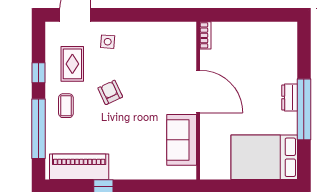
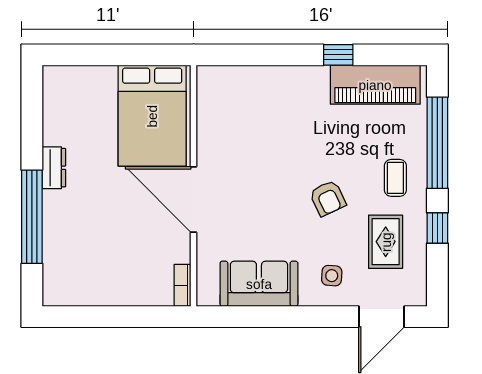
dresser: (290, 98) -> (54, 168), moved
window: (304, 109) -> (32, 217), moved
sofa: (182, 140) -> (259, 284), moved, turned -90
bed: (264, 157) -> (152, 116), moved, turned 90

